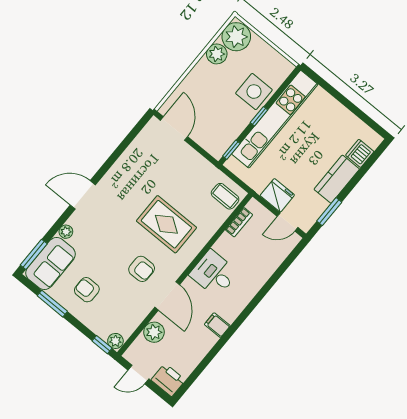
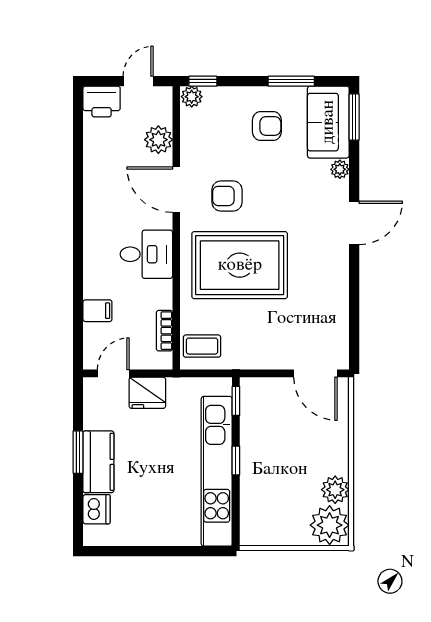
side table: (254, 92) -> (263, 482), removed
window: (329, 212) -> (78, 452), moved
rug: (166, 224) -> (240, 265), width x1.37, depth x1.44
filing cabinet: (217, 325) -> (97, 311), moved

